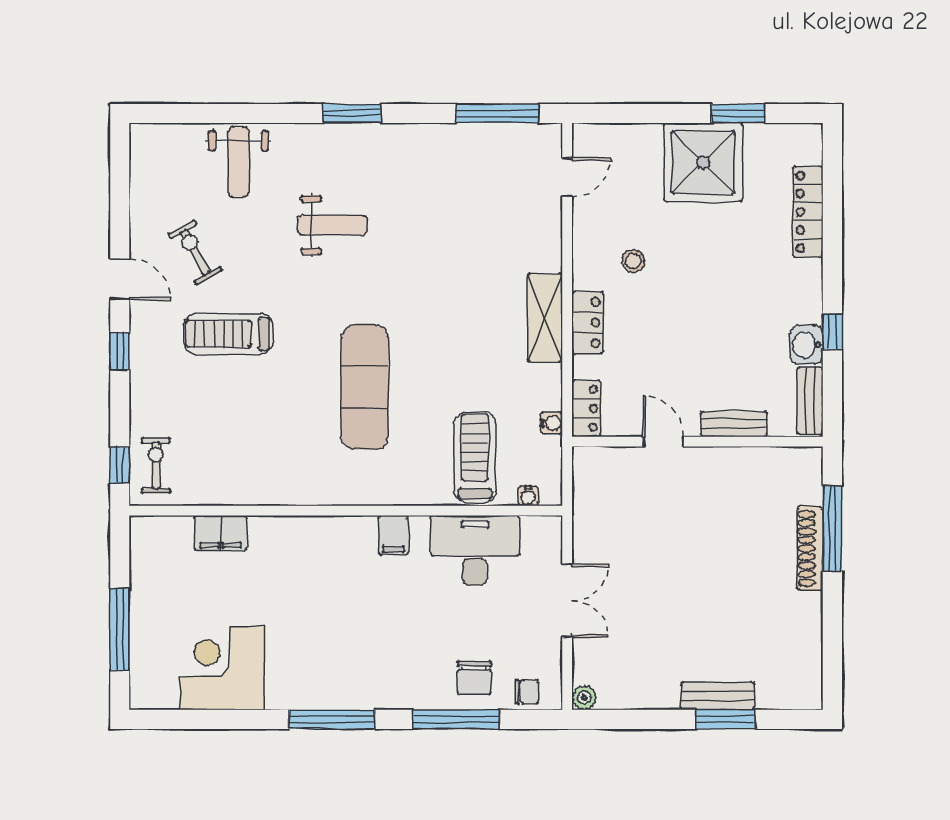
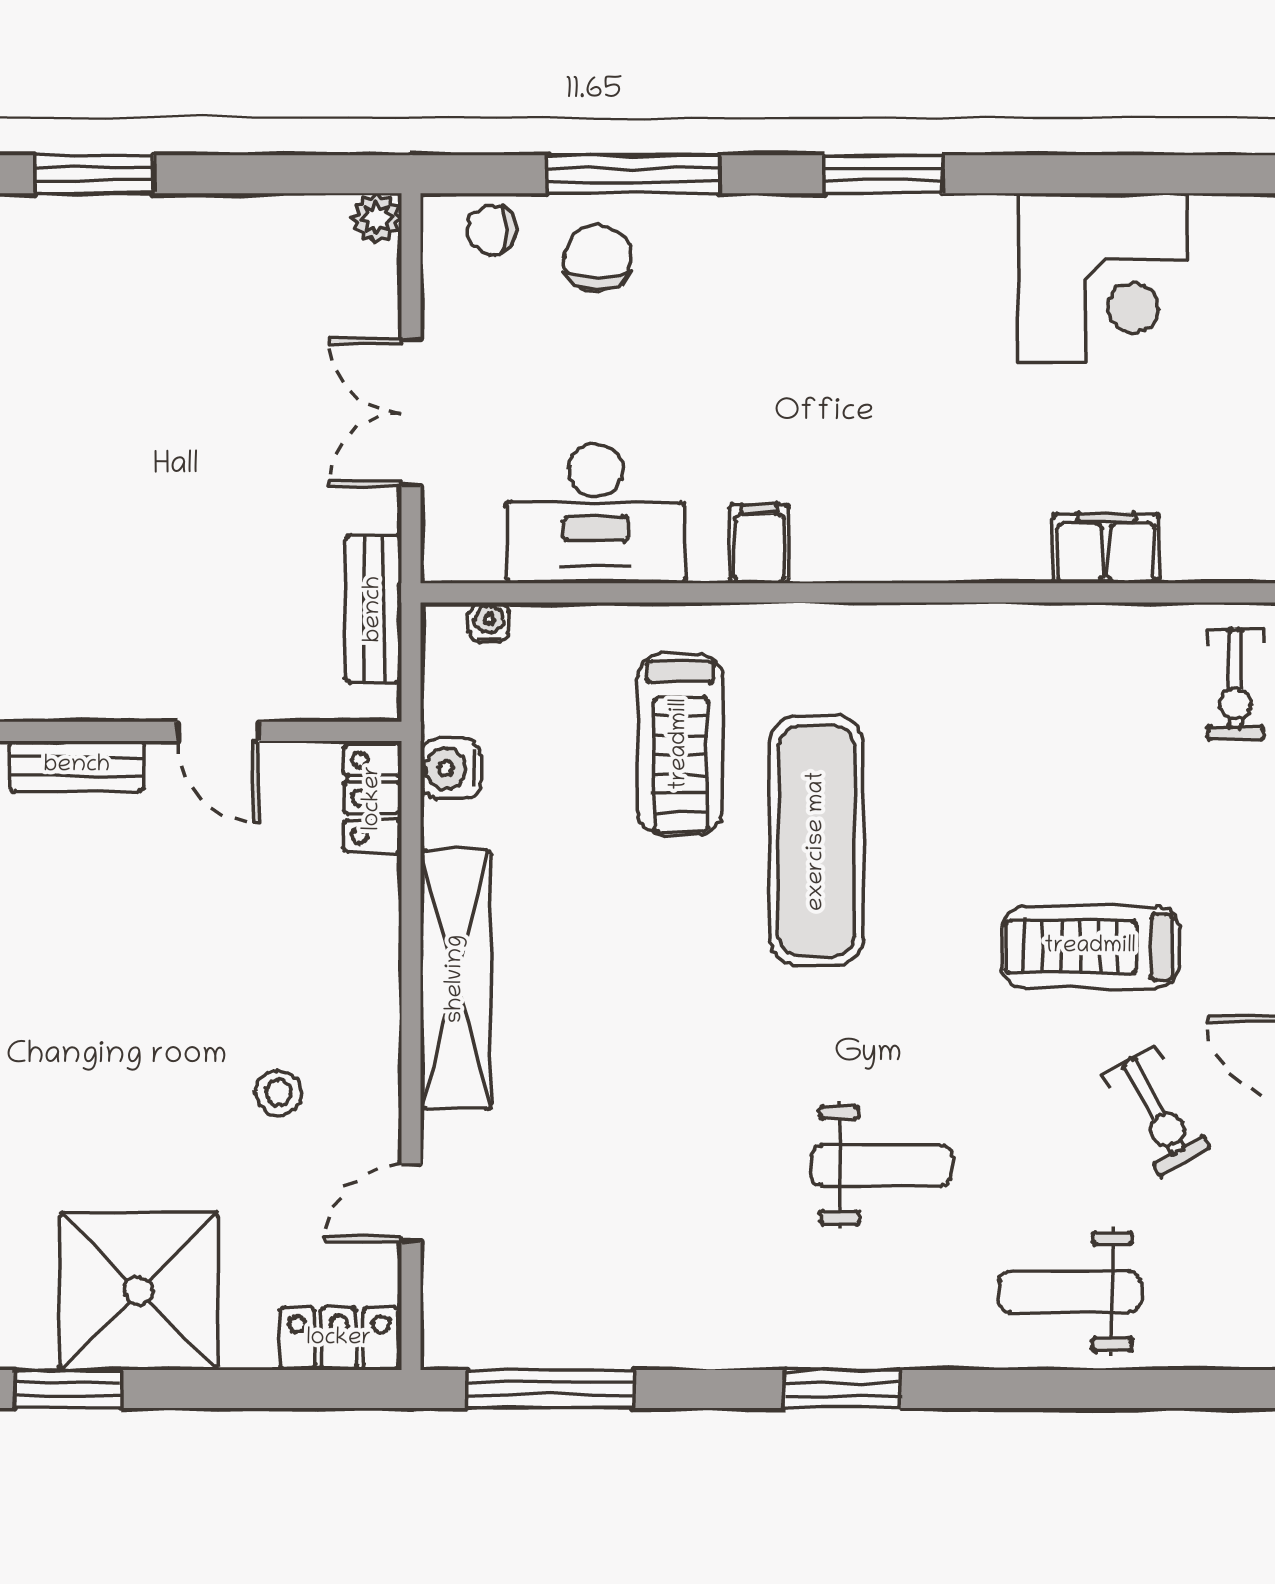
weight bench: (239, 162) -> (1070, 1292), turned -90
door: (567, 177) -> (411, 1203), moved
weight bench: (332, 225) -> (882, 1165), turned 180
shelving: (545, 318) -> (456, 979), width x1.47
locker: (588, 323) -> (339, 1339), moved, turned 90
treadmill: (228, 334) -> (1090, 947), turned 180
water cooler: (551, 423) -> (451, 768), width x1.38, depth x1.38
treadmill: (475, 457) -> (680, 744), moved
bench: (718, 696) -> (374, 609), moved, turned 90
window: (332, 719) -> (883, 174), width x0.69

